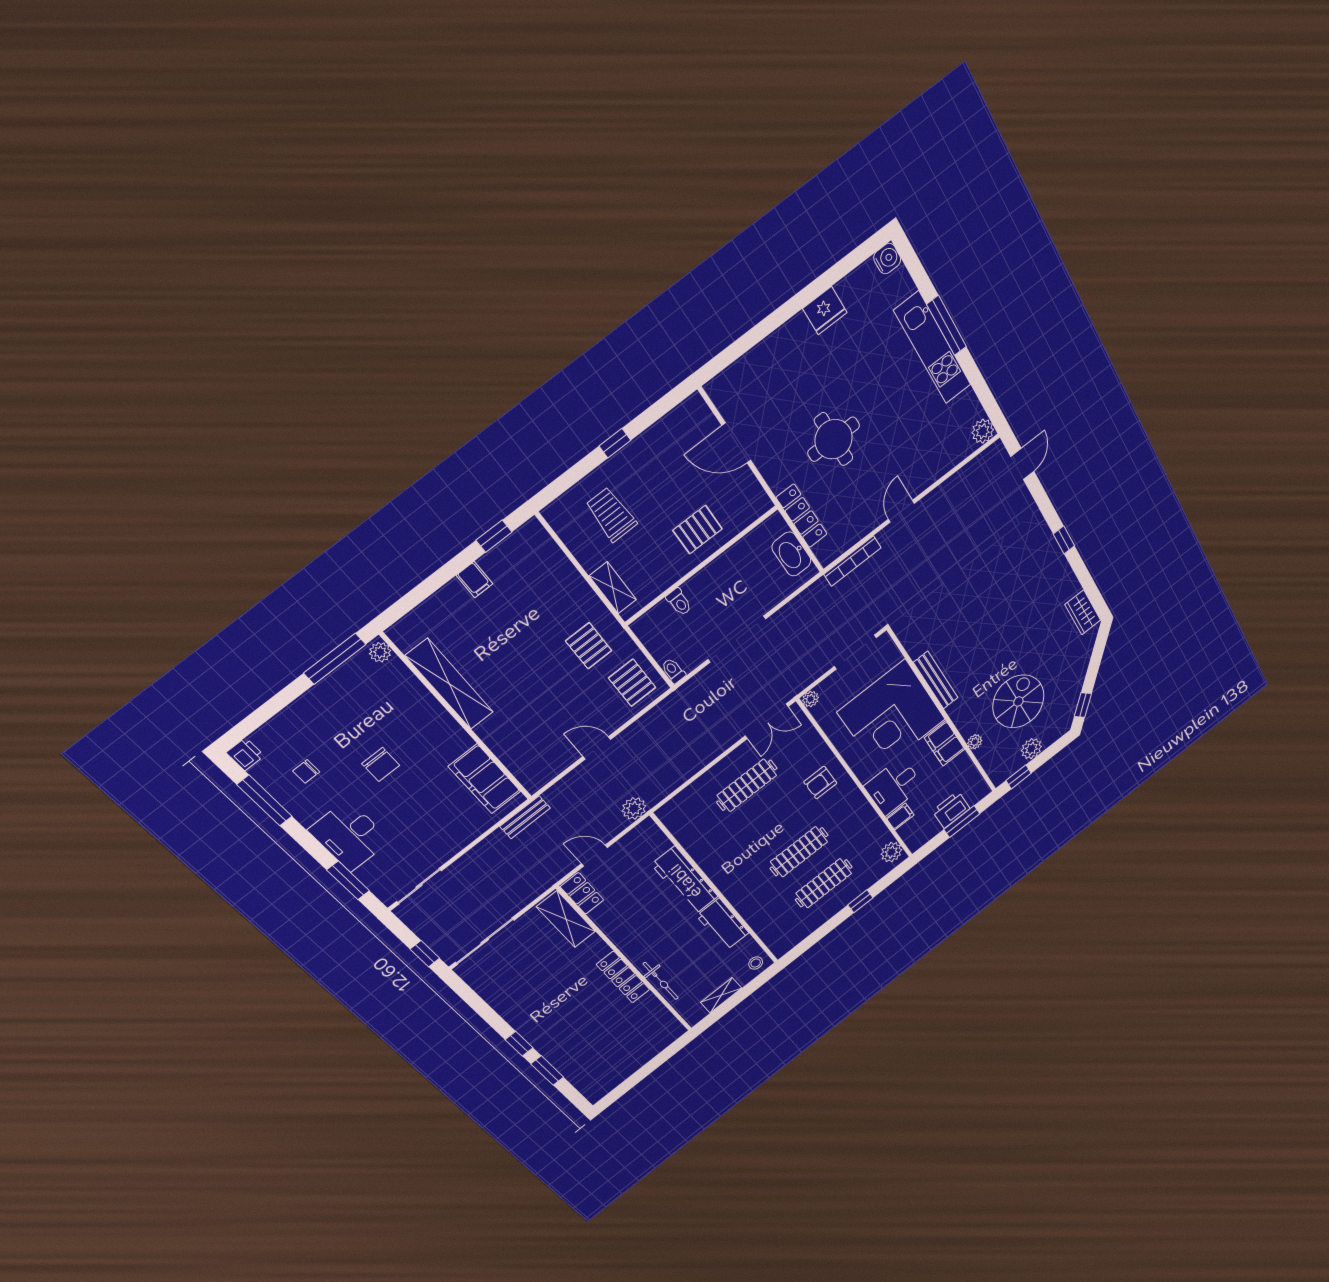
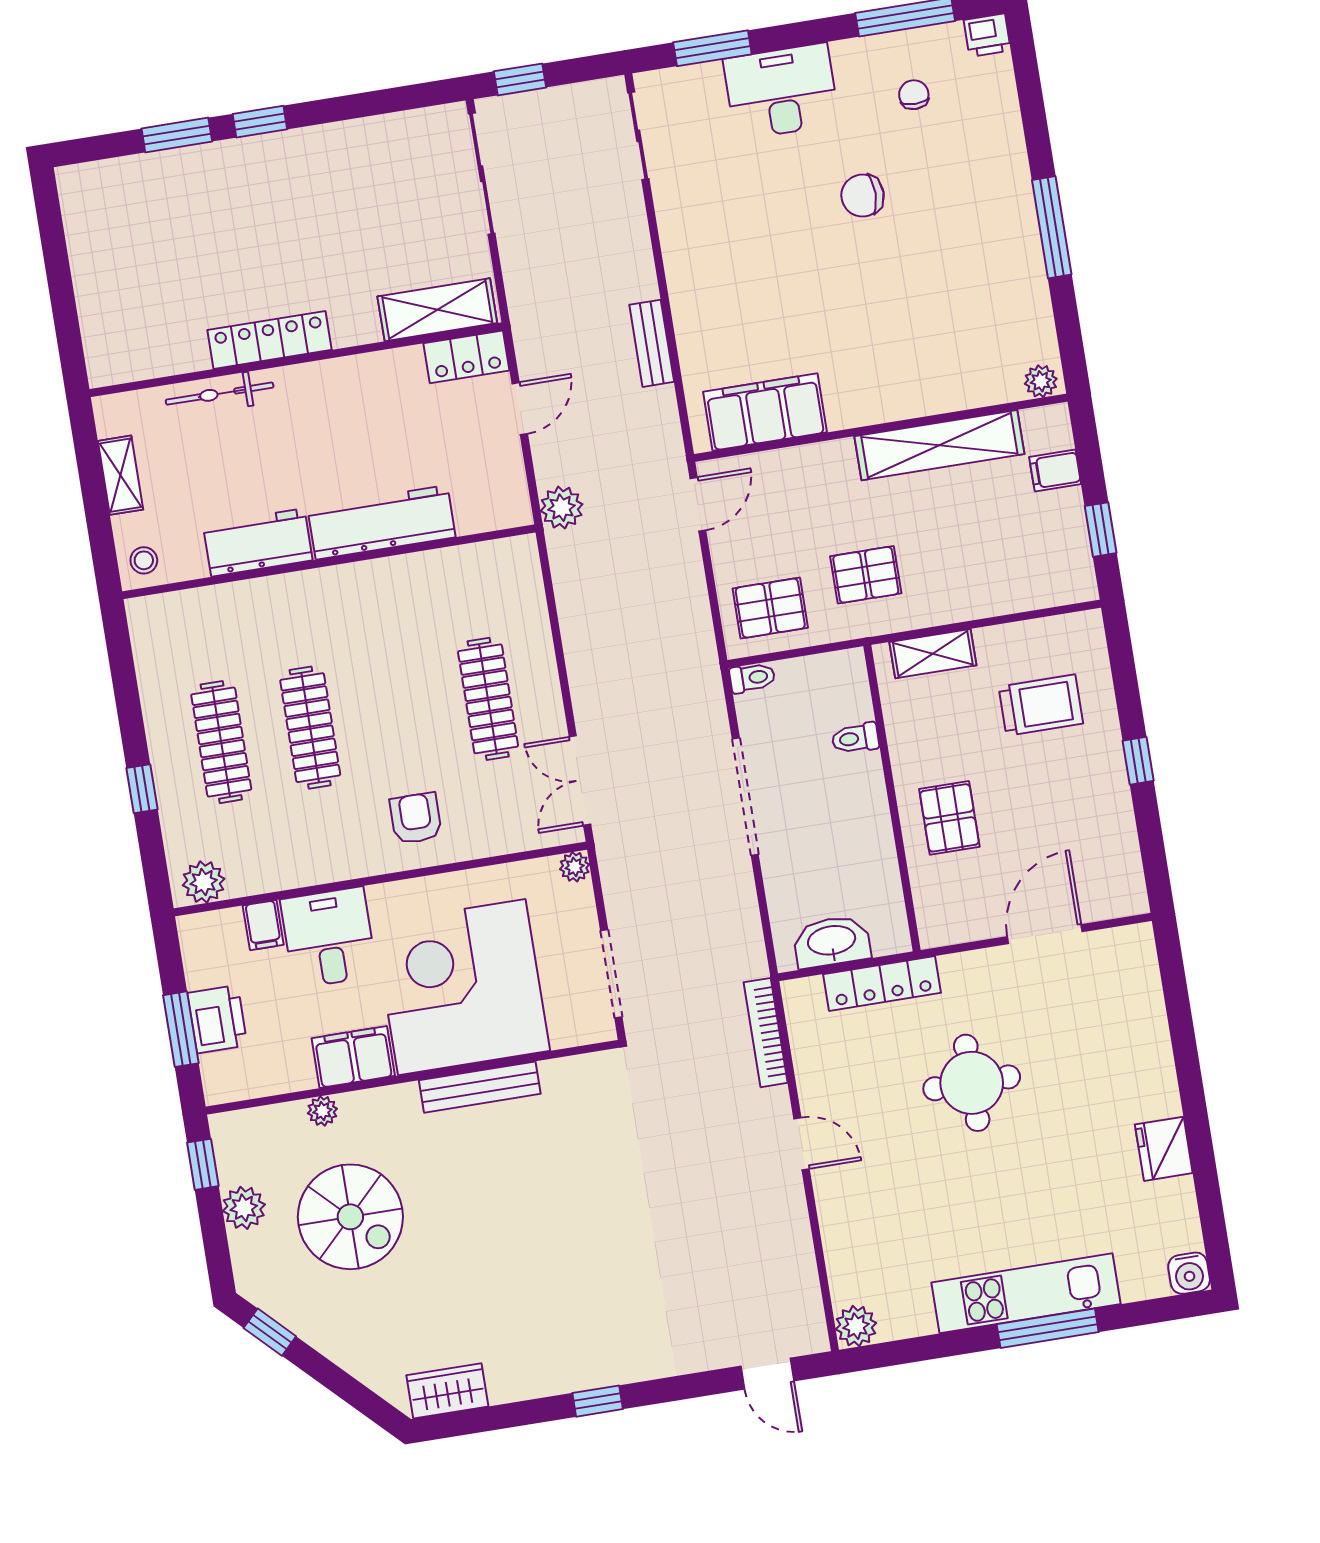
plant: (380, 652) -> (1041, 381), moved
shelving: (450, 684) -> (939, 445), moved
wall: (458, 719) -> (881, 428), moved
filing cabinet: (485, 779) -> (765, 412), moved

